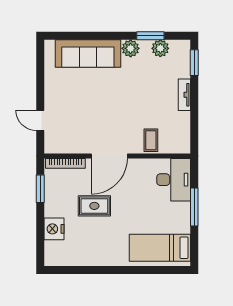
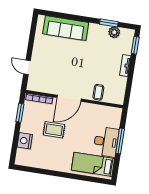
plant: (131, 48) -> (94, 29), removed
desk: (174, 180) -> (106, 142), moved

